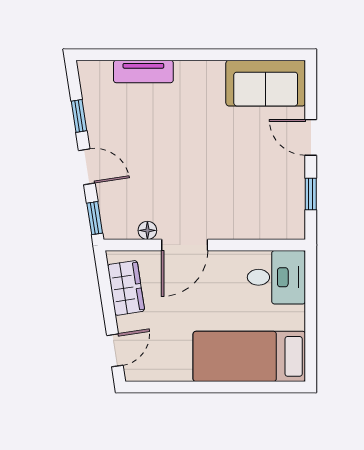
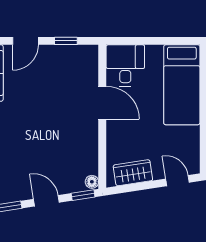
door: (87, 167) -> (46, 201), hinge flipped
floor lamp: (147, 230) -> (92, 182), moved
door: (185, 245) -> (102, 103), moved

